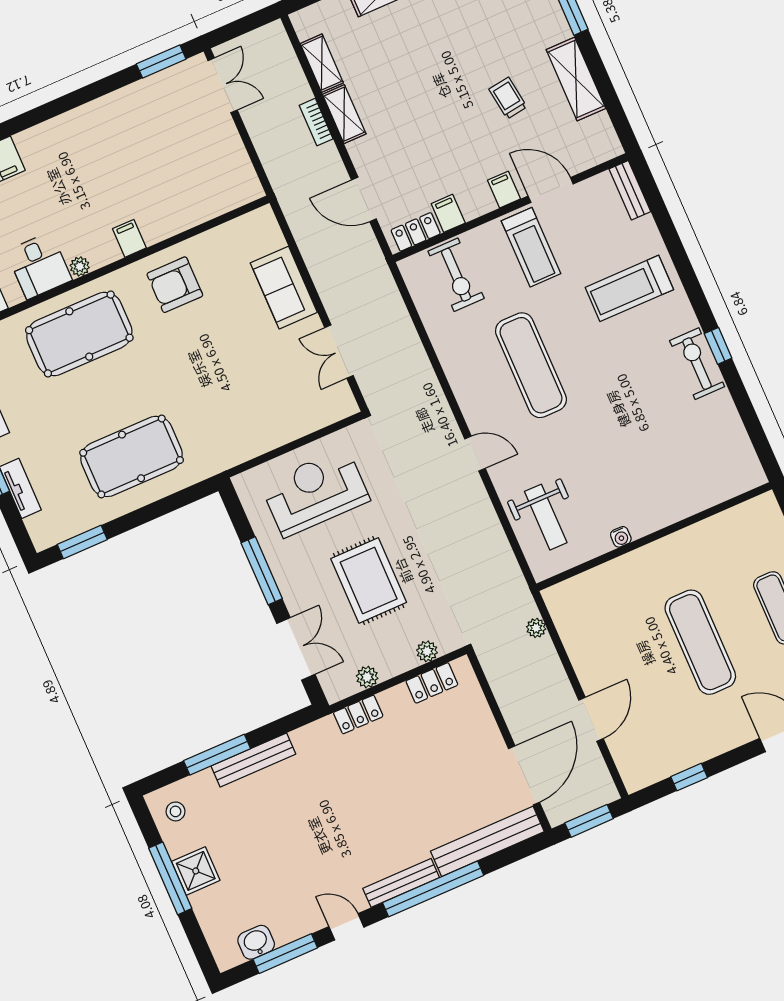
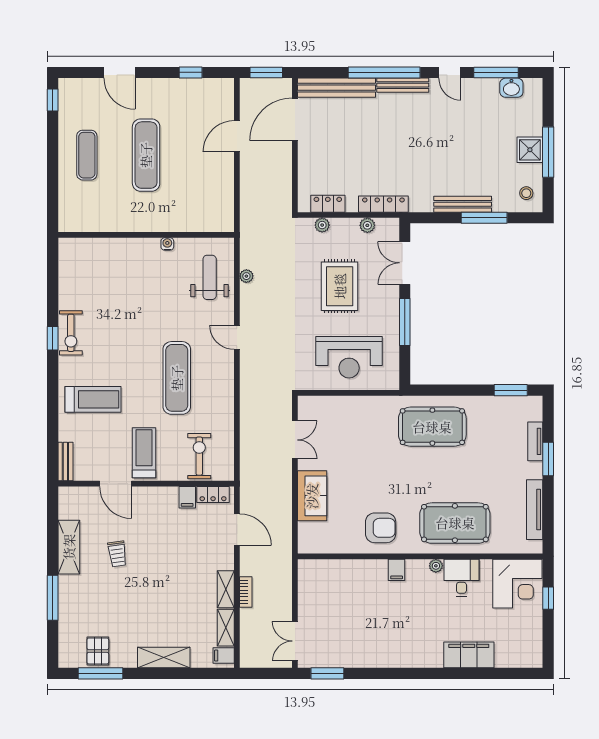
filing cabinet: (504, 190) -> (224, 656), moved, turned 90
pool table: (132, 456) -> (432, 427), moved
plant: (536, 628) -> (246, 276), moved
locker: (358, 714) -> (383, 204), width x1.53

